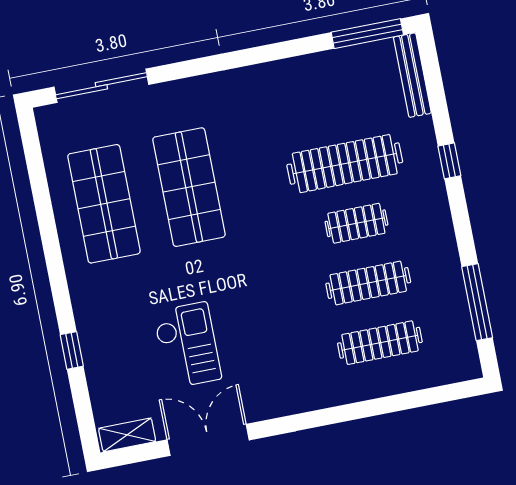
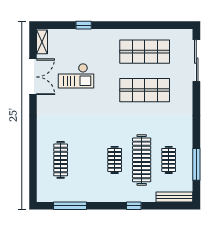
window: (367, 34) -> (196, 164), moved
clothes rail: (368, 283) -> (169, 160), moved, width x0.73

